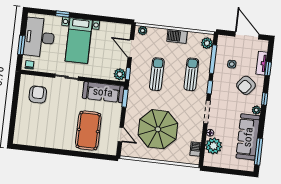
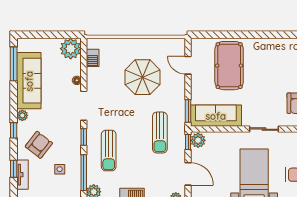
sun lounger: (157, 74) -> (160, 133), moved
parasol: (158, 129) -> (143, 77), width x0.73, depth x0.73
plant: (214, 146) -> (71, 49), moved

